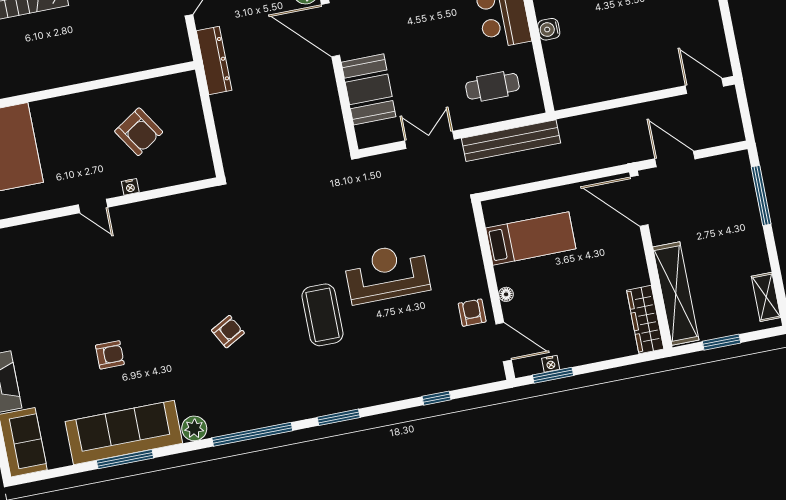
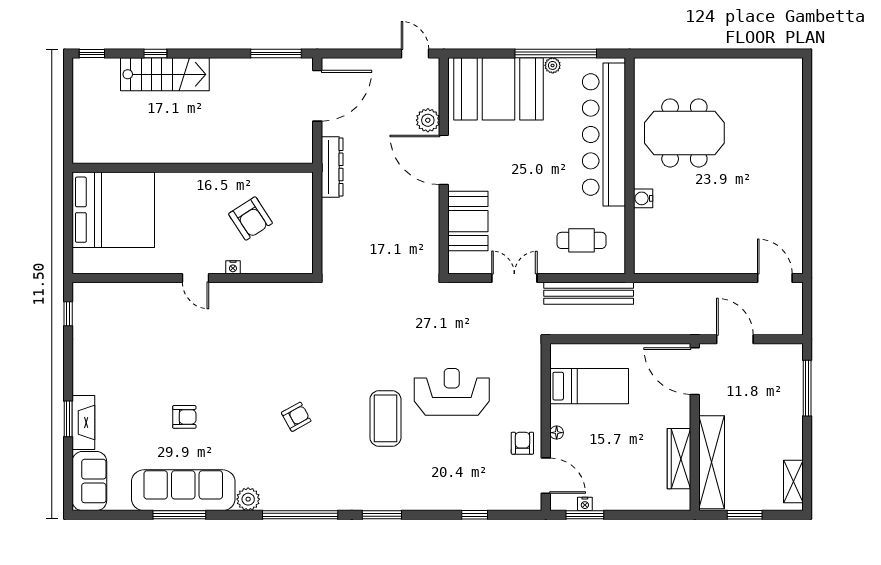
wardrobe: (645, 320) -> (679, 459), moved

